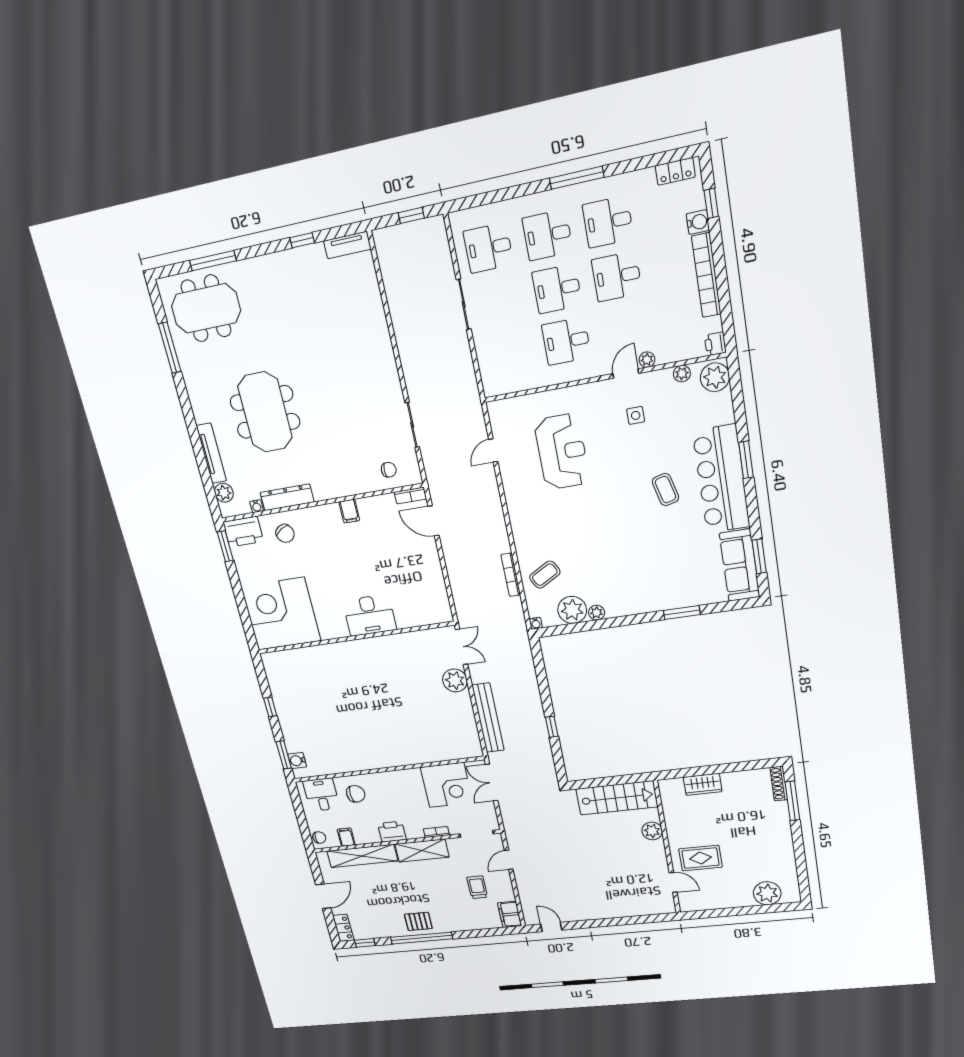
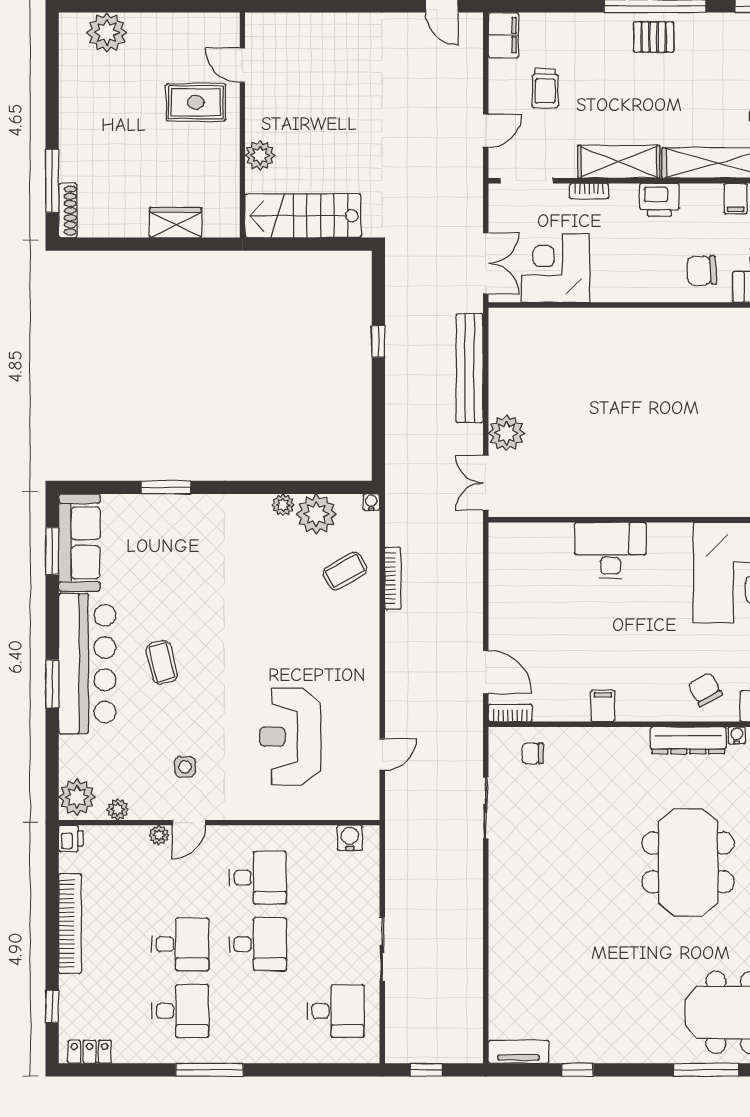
water cooler: (698, 222) -> (350, 838), moved, turned 90
desk: (547, 235) -> (258, 1011), removed

